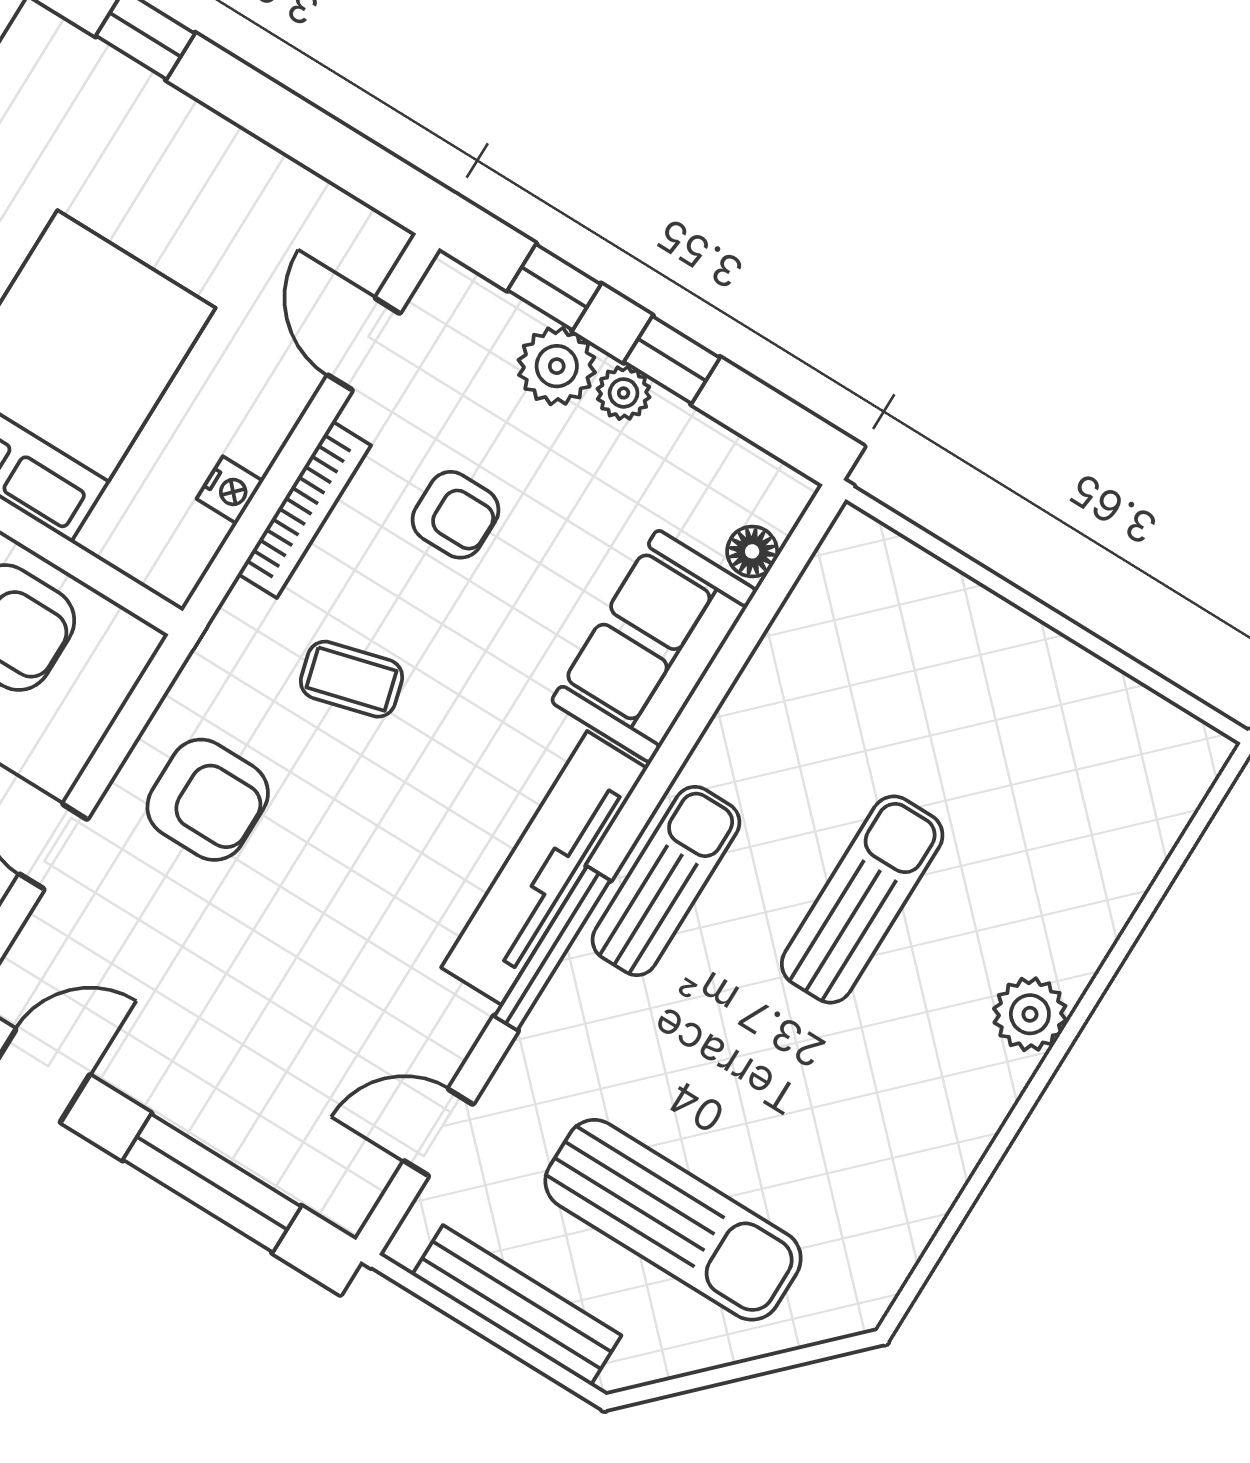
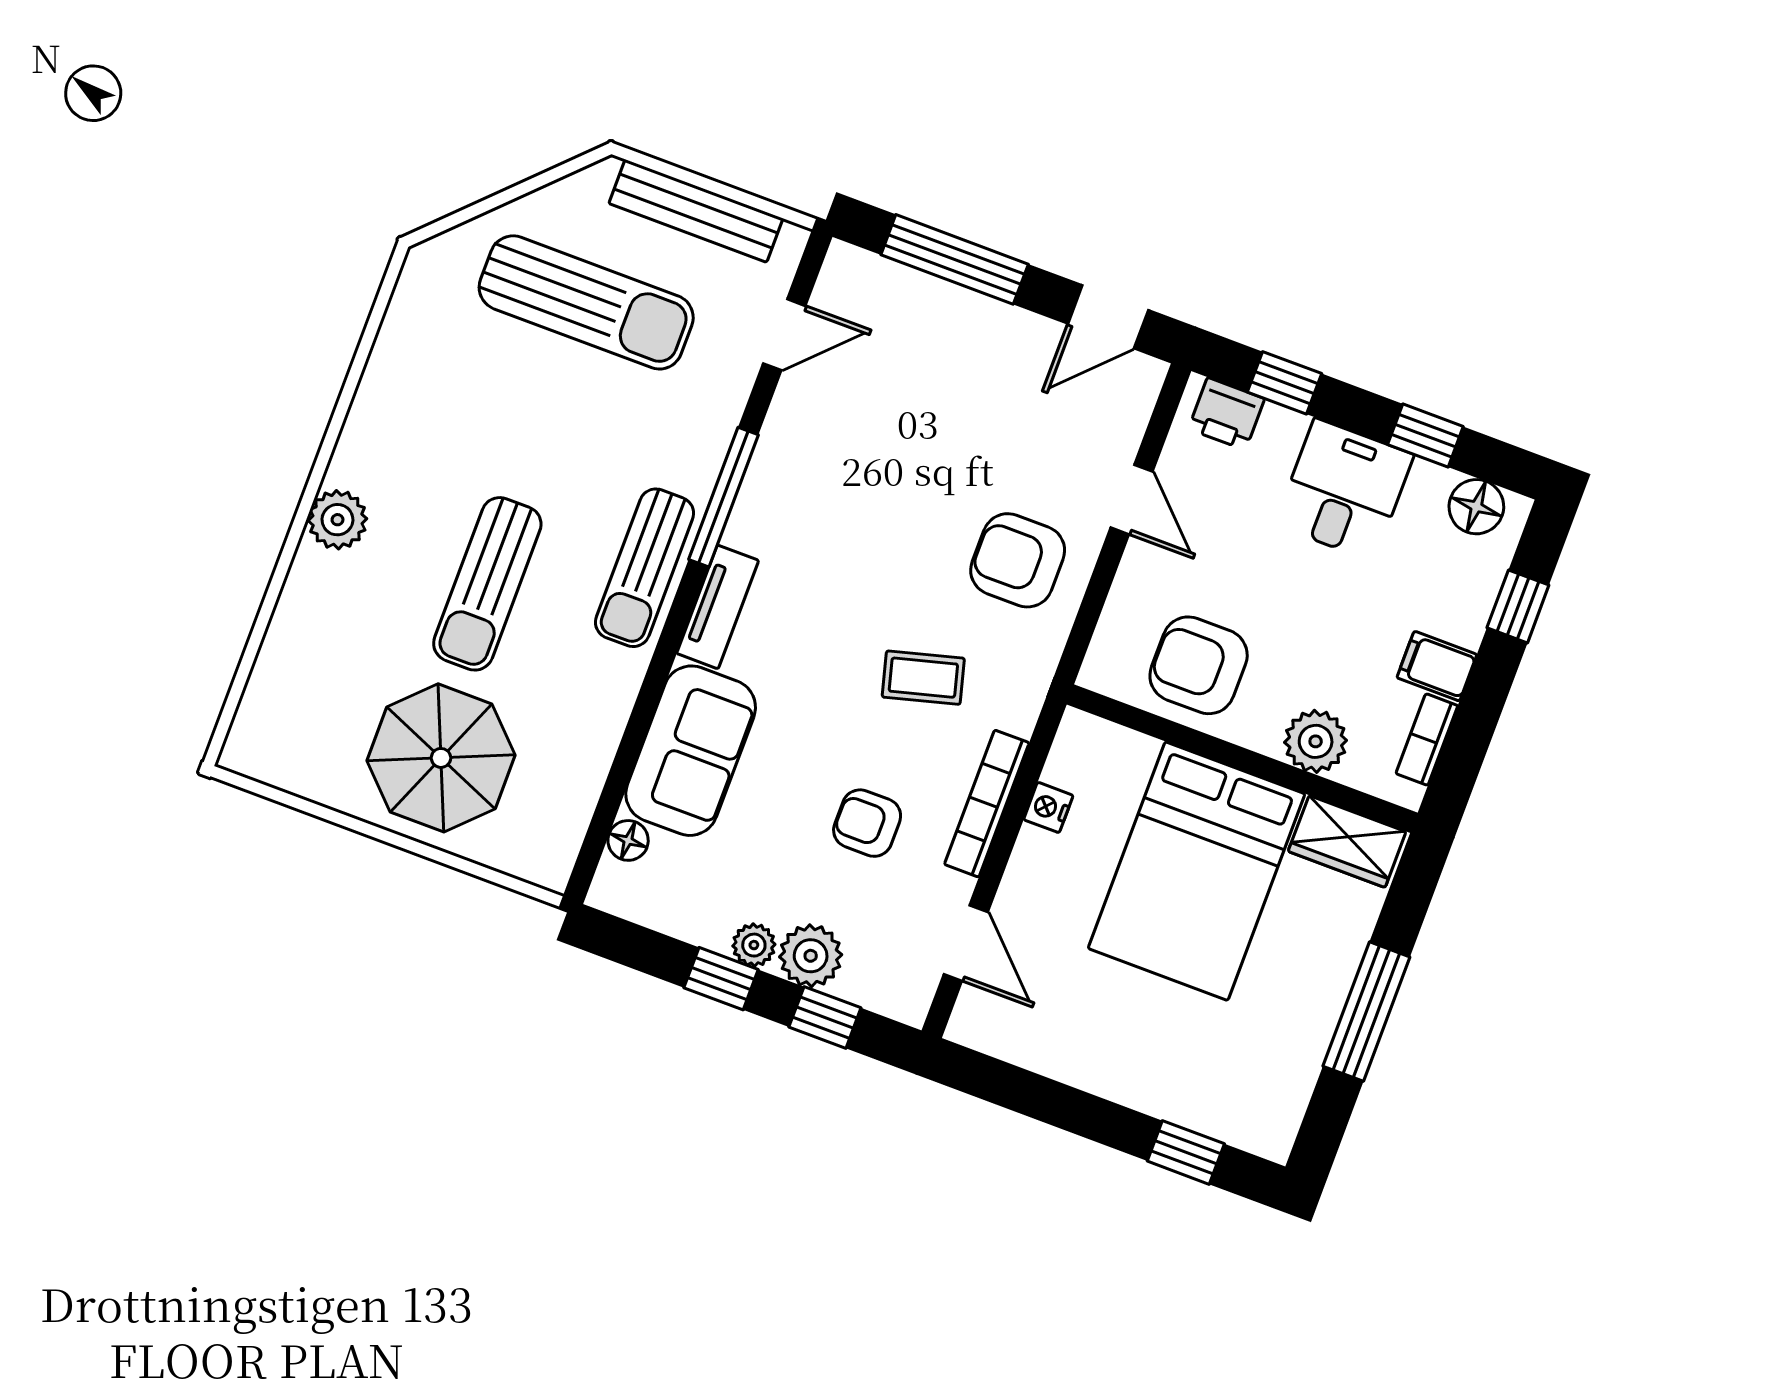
parasol: (961, 698) -> (441, 758), added
tv unit: (544, 868) -> (718, 607), width x0.52, depth x0.78
sun lounger: (673, 1220) -> (586, 302), turned 180

